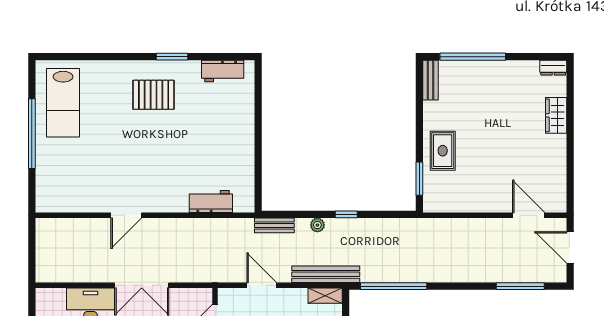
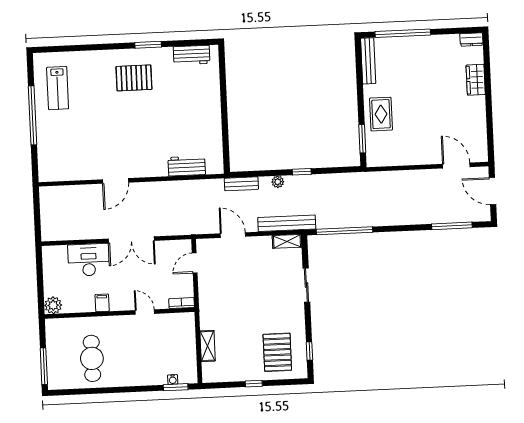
bench: (430, 80) -> (368, 61), width x1.36
lab bench: (63, 103) -> (58, 88), width x0.73, depth x0.72

